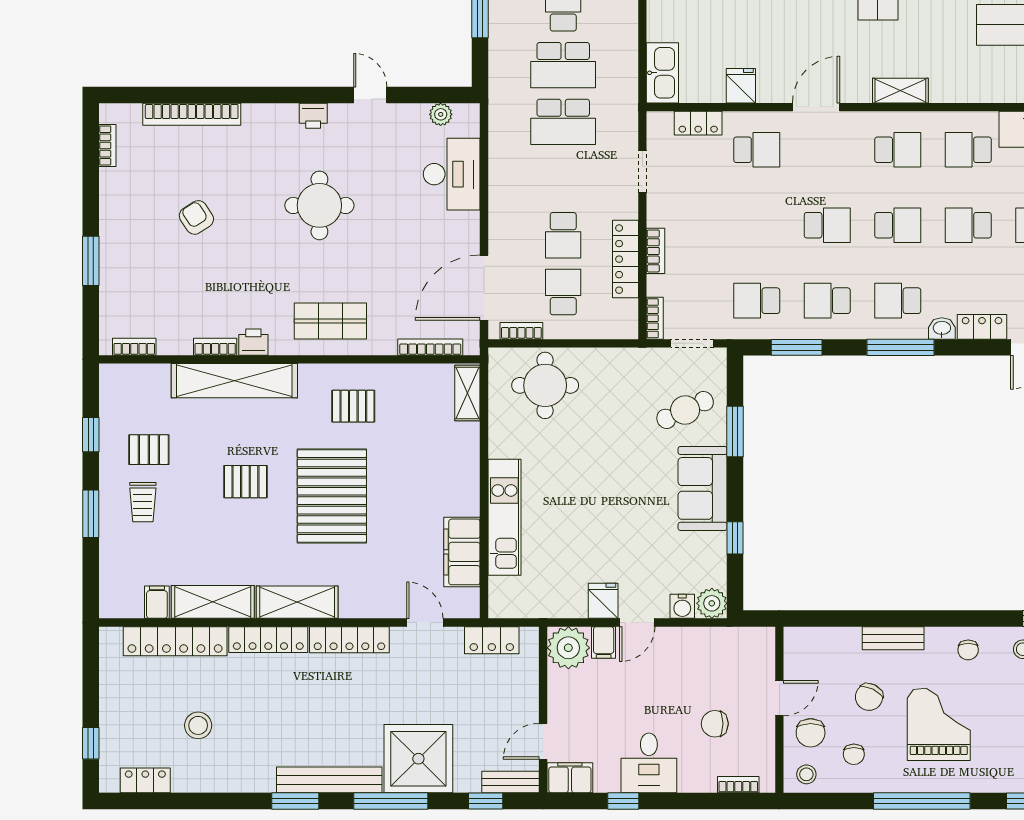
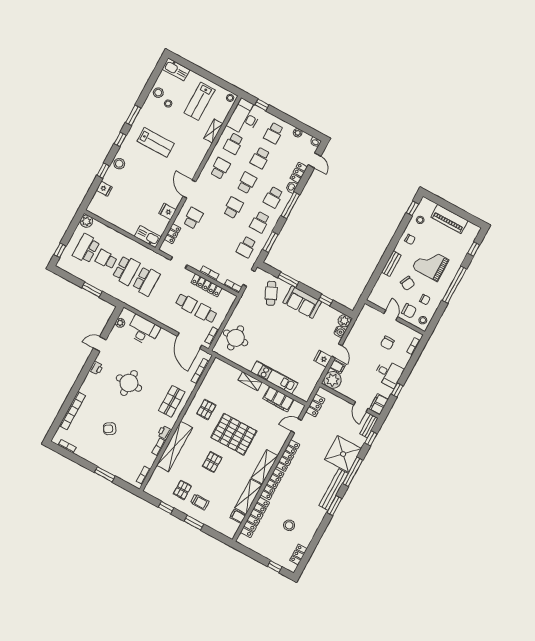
shelving: (900, 91) -> (213, 131), moved
shelving: (467, 393) -> (250, 381), moved

